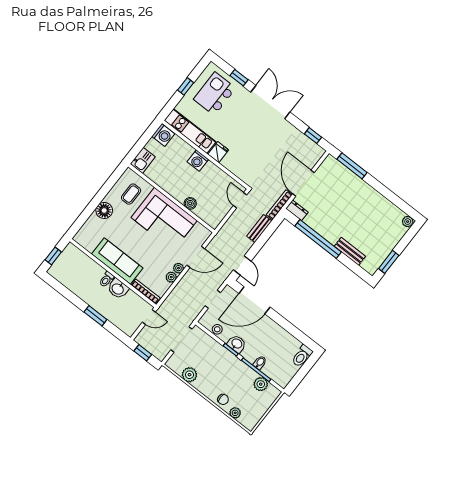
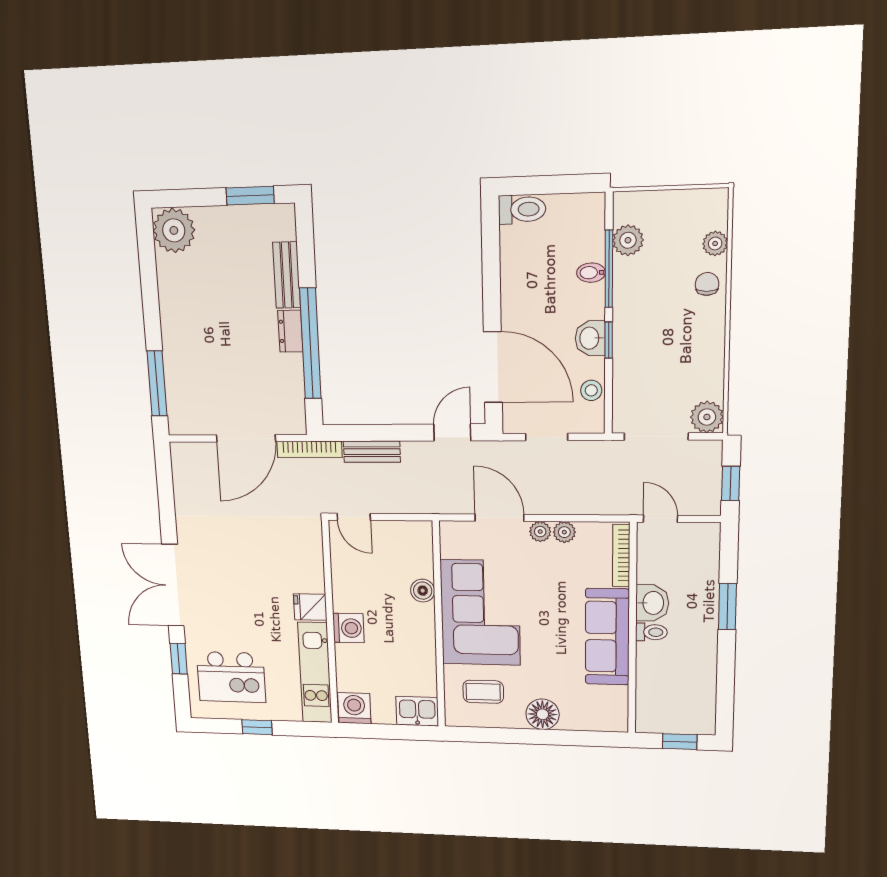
window: (313, 136) -> (165, 482), removed
door: (240, 200) -> (354, 517), hinge flipped
dresser: (297, 210) -> (290, 331), moved
plant: (408, 222) -> (174, 230), width x1.88, depth x1.88
plant: (189, 375) -> (707, 417), moved

